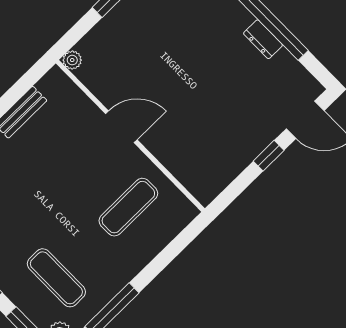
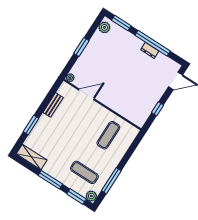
door: (121, 127) -> (86, 94), moved
window: (269, 156) -> (158, 109), moved

